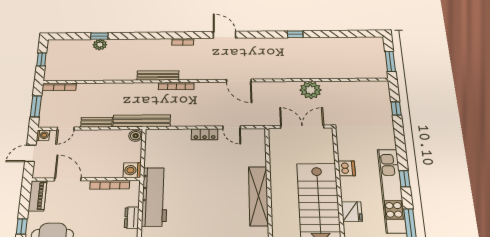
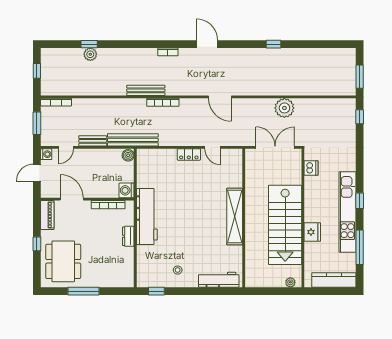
window: (396, 109) -> (360, 117), moved
dishwasher: (347, 168) -> (311, 168), moved

